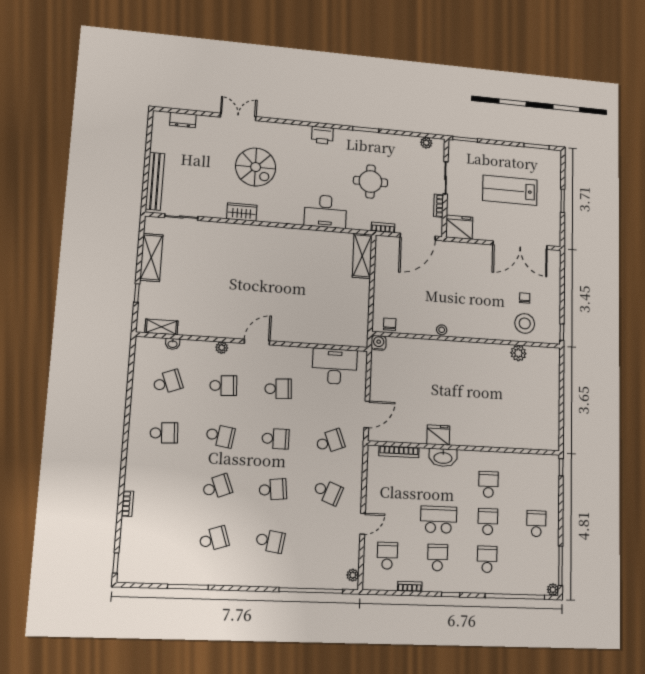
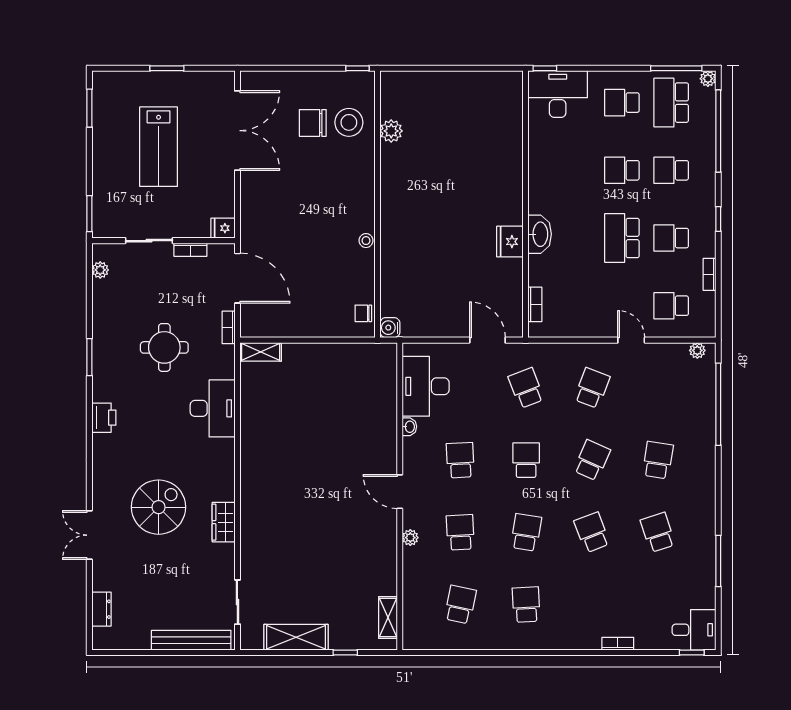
fridge: (459, 227) -> (223, 228), width x0.53, depth x0.75
shelving: (362, 256) -> (261, 352), width x0.67, depth x0.75
chair: (525, 298) -> (313, 123), width x1.87, depth x1.87
washbasin: (173, 344) -> (409, 427), moved
school desk: (168, 382) -> (460, 605), turned 33
bookcase: (399, 452) -> (535, 304), width x0.64
desk: (543, 476) -> (558, 94), added
school desk: (488, 484) -> (671, 103), moved, width x1.85
school desk: (273, 489) -> (592, 460), turned 30
desk: (134, 565) -> (694, 630), added

